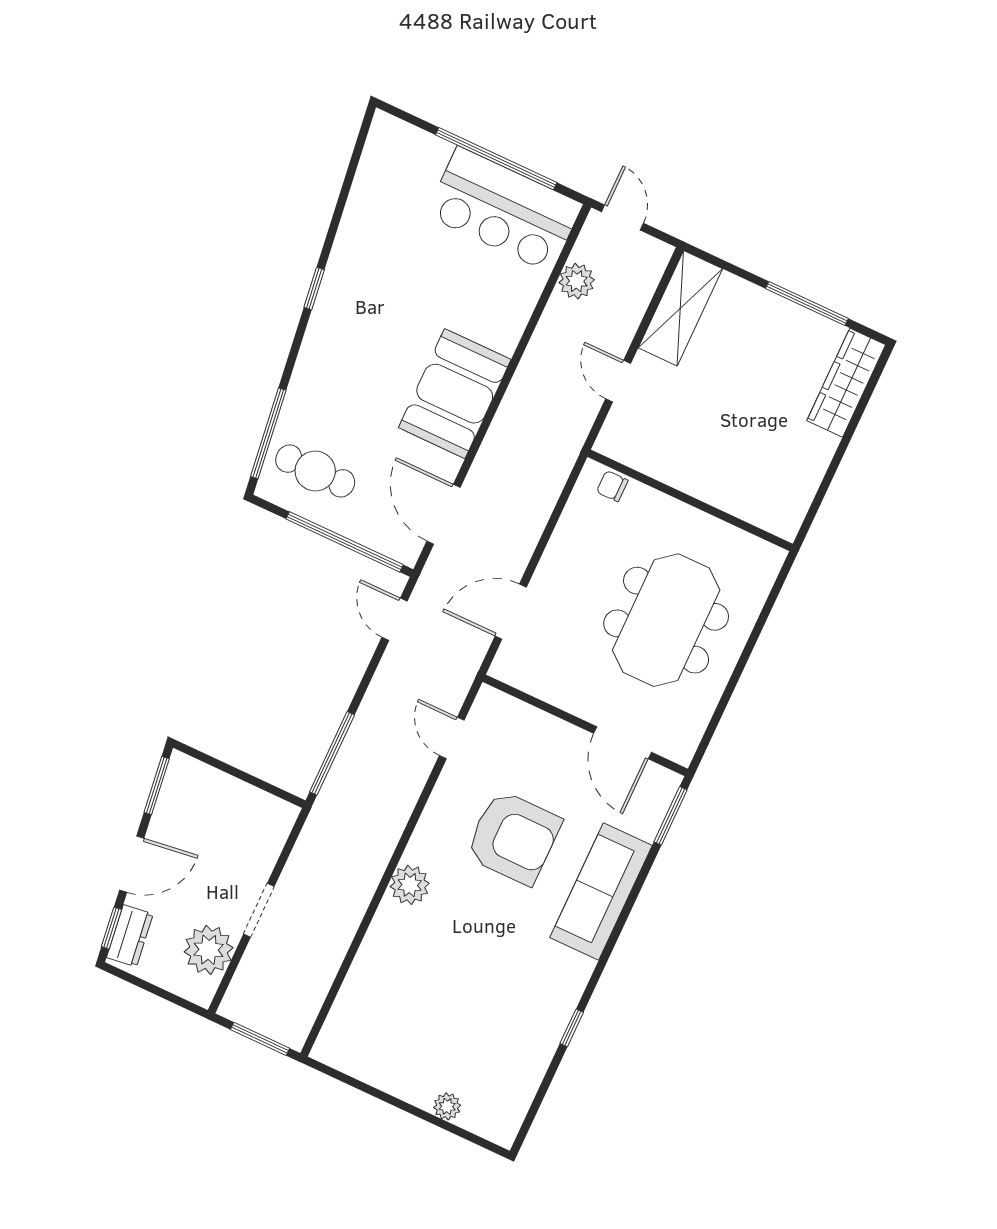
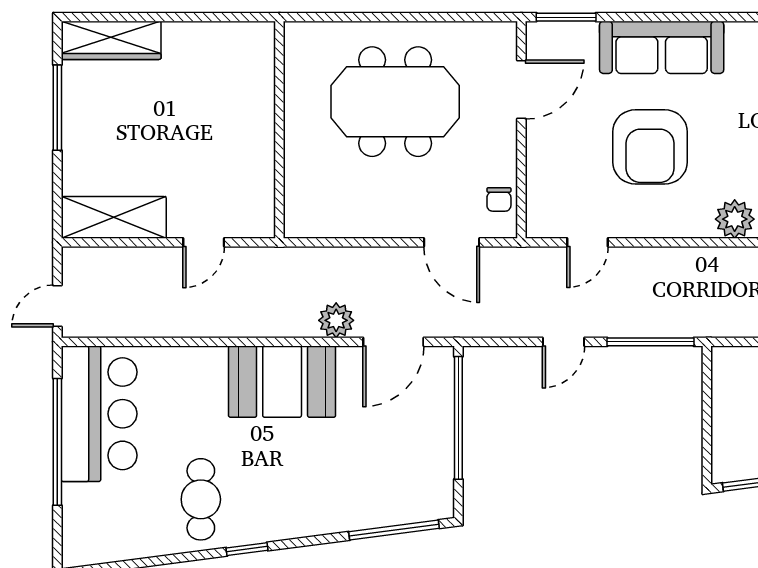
plant: (577, 281) -> (336, 320), moved
cafe table: (315, 471) -> (201, 499), moved
chair: (612, 486) -> (499, 199), moved
door: (395, 619) -> (564, 342), moved
armchair: (513, 838) -> (650, 147), turned 180

